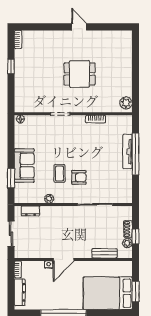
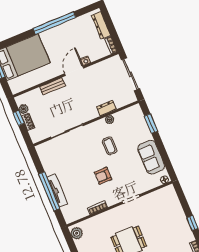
sofa: (24, 166) -> (151, 157), moved
armchair: (79, 177) -> (103, 176), moved
dresser: (30, 211) -> (106, 108), moved
sliding door: (11, 234) -> (130, 74), width x1.37
bench: (104, 253) -> (52, 86), moved

